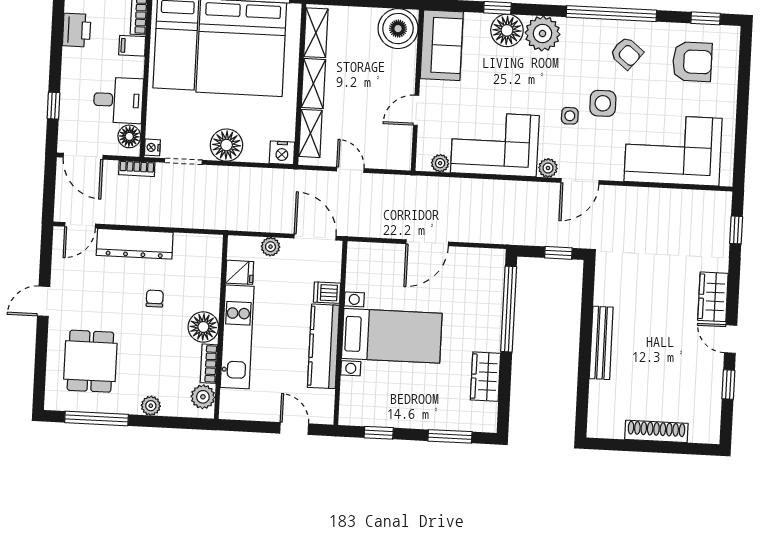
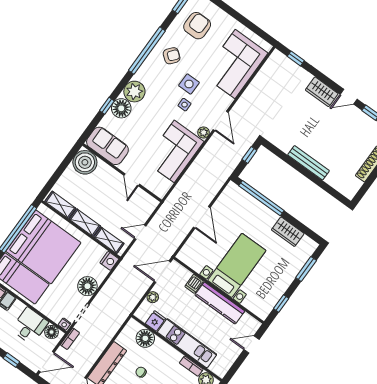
plant: (440, 163) -> (166, 185), removed
floor lamp: (203, 327) -> (145, 338), moved

